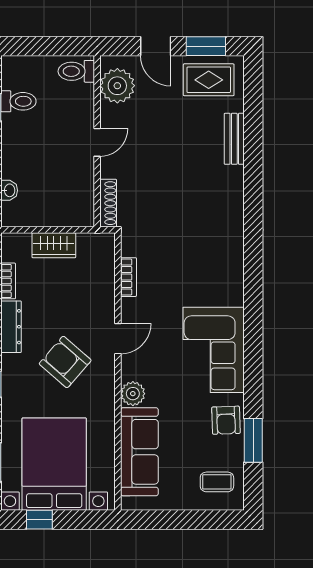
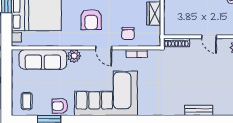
bench: (234, 139) -> (199, 110), moved
chair: (91, 293) -> (128, 34), added
corner sofa: (214, 350) -> (106, 93), width x1.36, depth x1.36
armchair: (65, 362) -> (91, 20), turned 139

